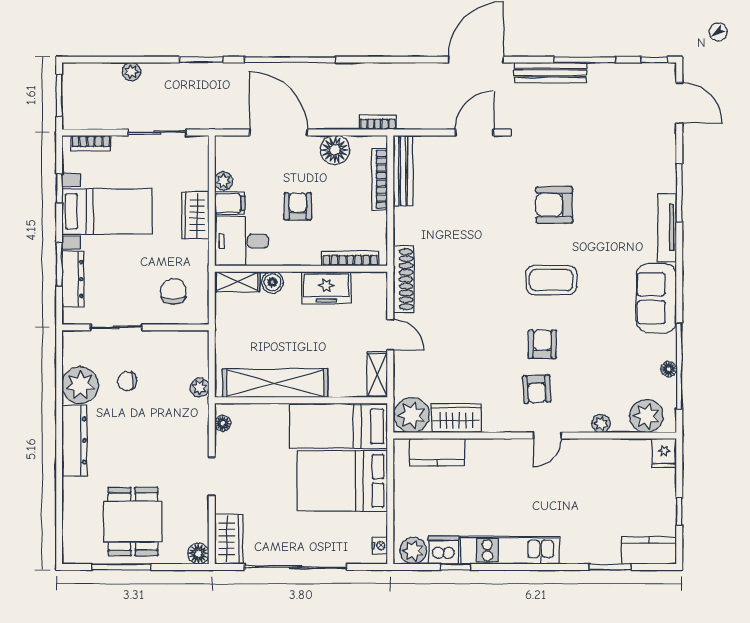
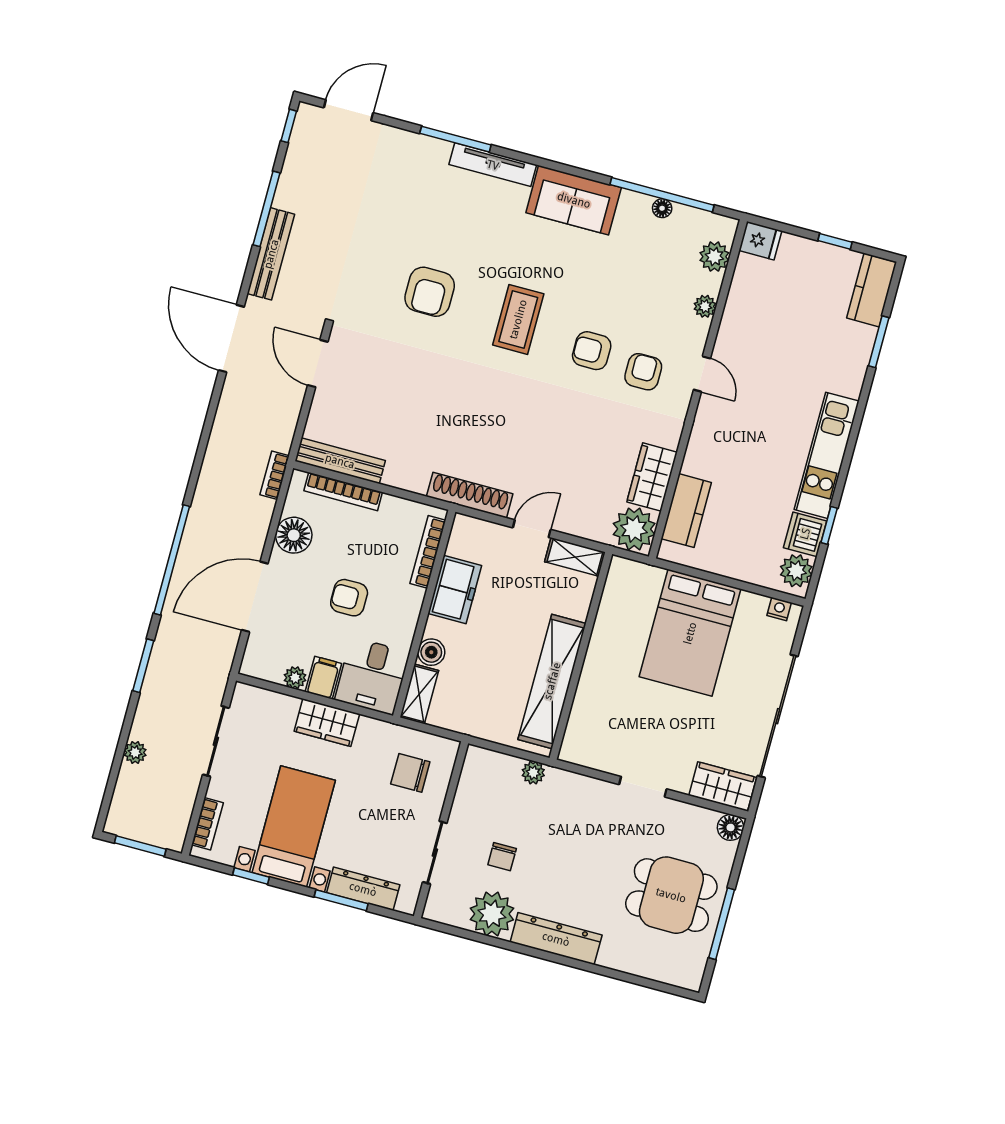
armchair: (537, 389) -> (643, 372), turned -87
plant: (646, 416) -> (714, 257), width x0.73, depth x0.73
floor lamp: (223, 423) -> (583, 757), removed
bed: (338, 426) -> (624, 620), removed

